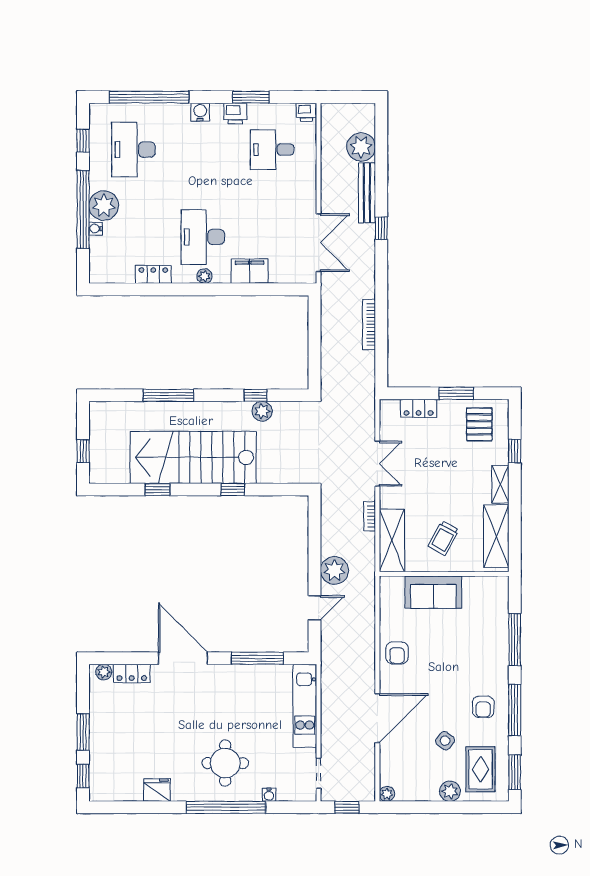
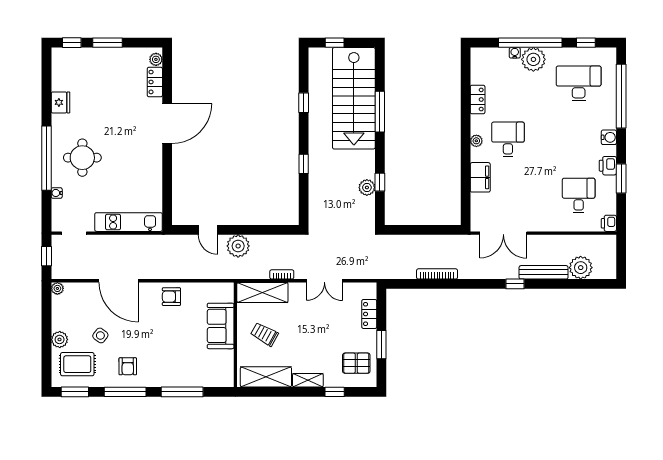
desk: (203, 237) -> (508, 139), width x0.73
stairs: (193, 457) -> (354, 98), moved, turned 180
window: (257, 658) -> (167, 184), removed
armchair: (483, 707) -> (128, 366), turned -90

